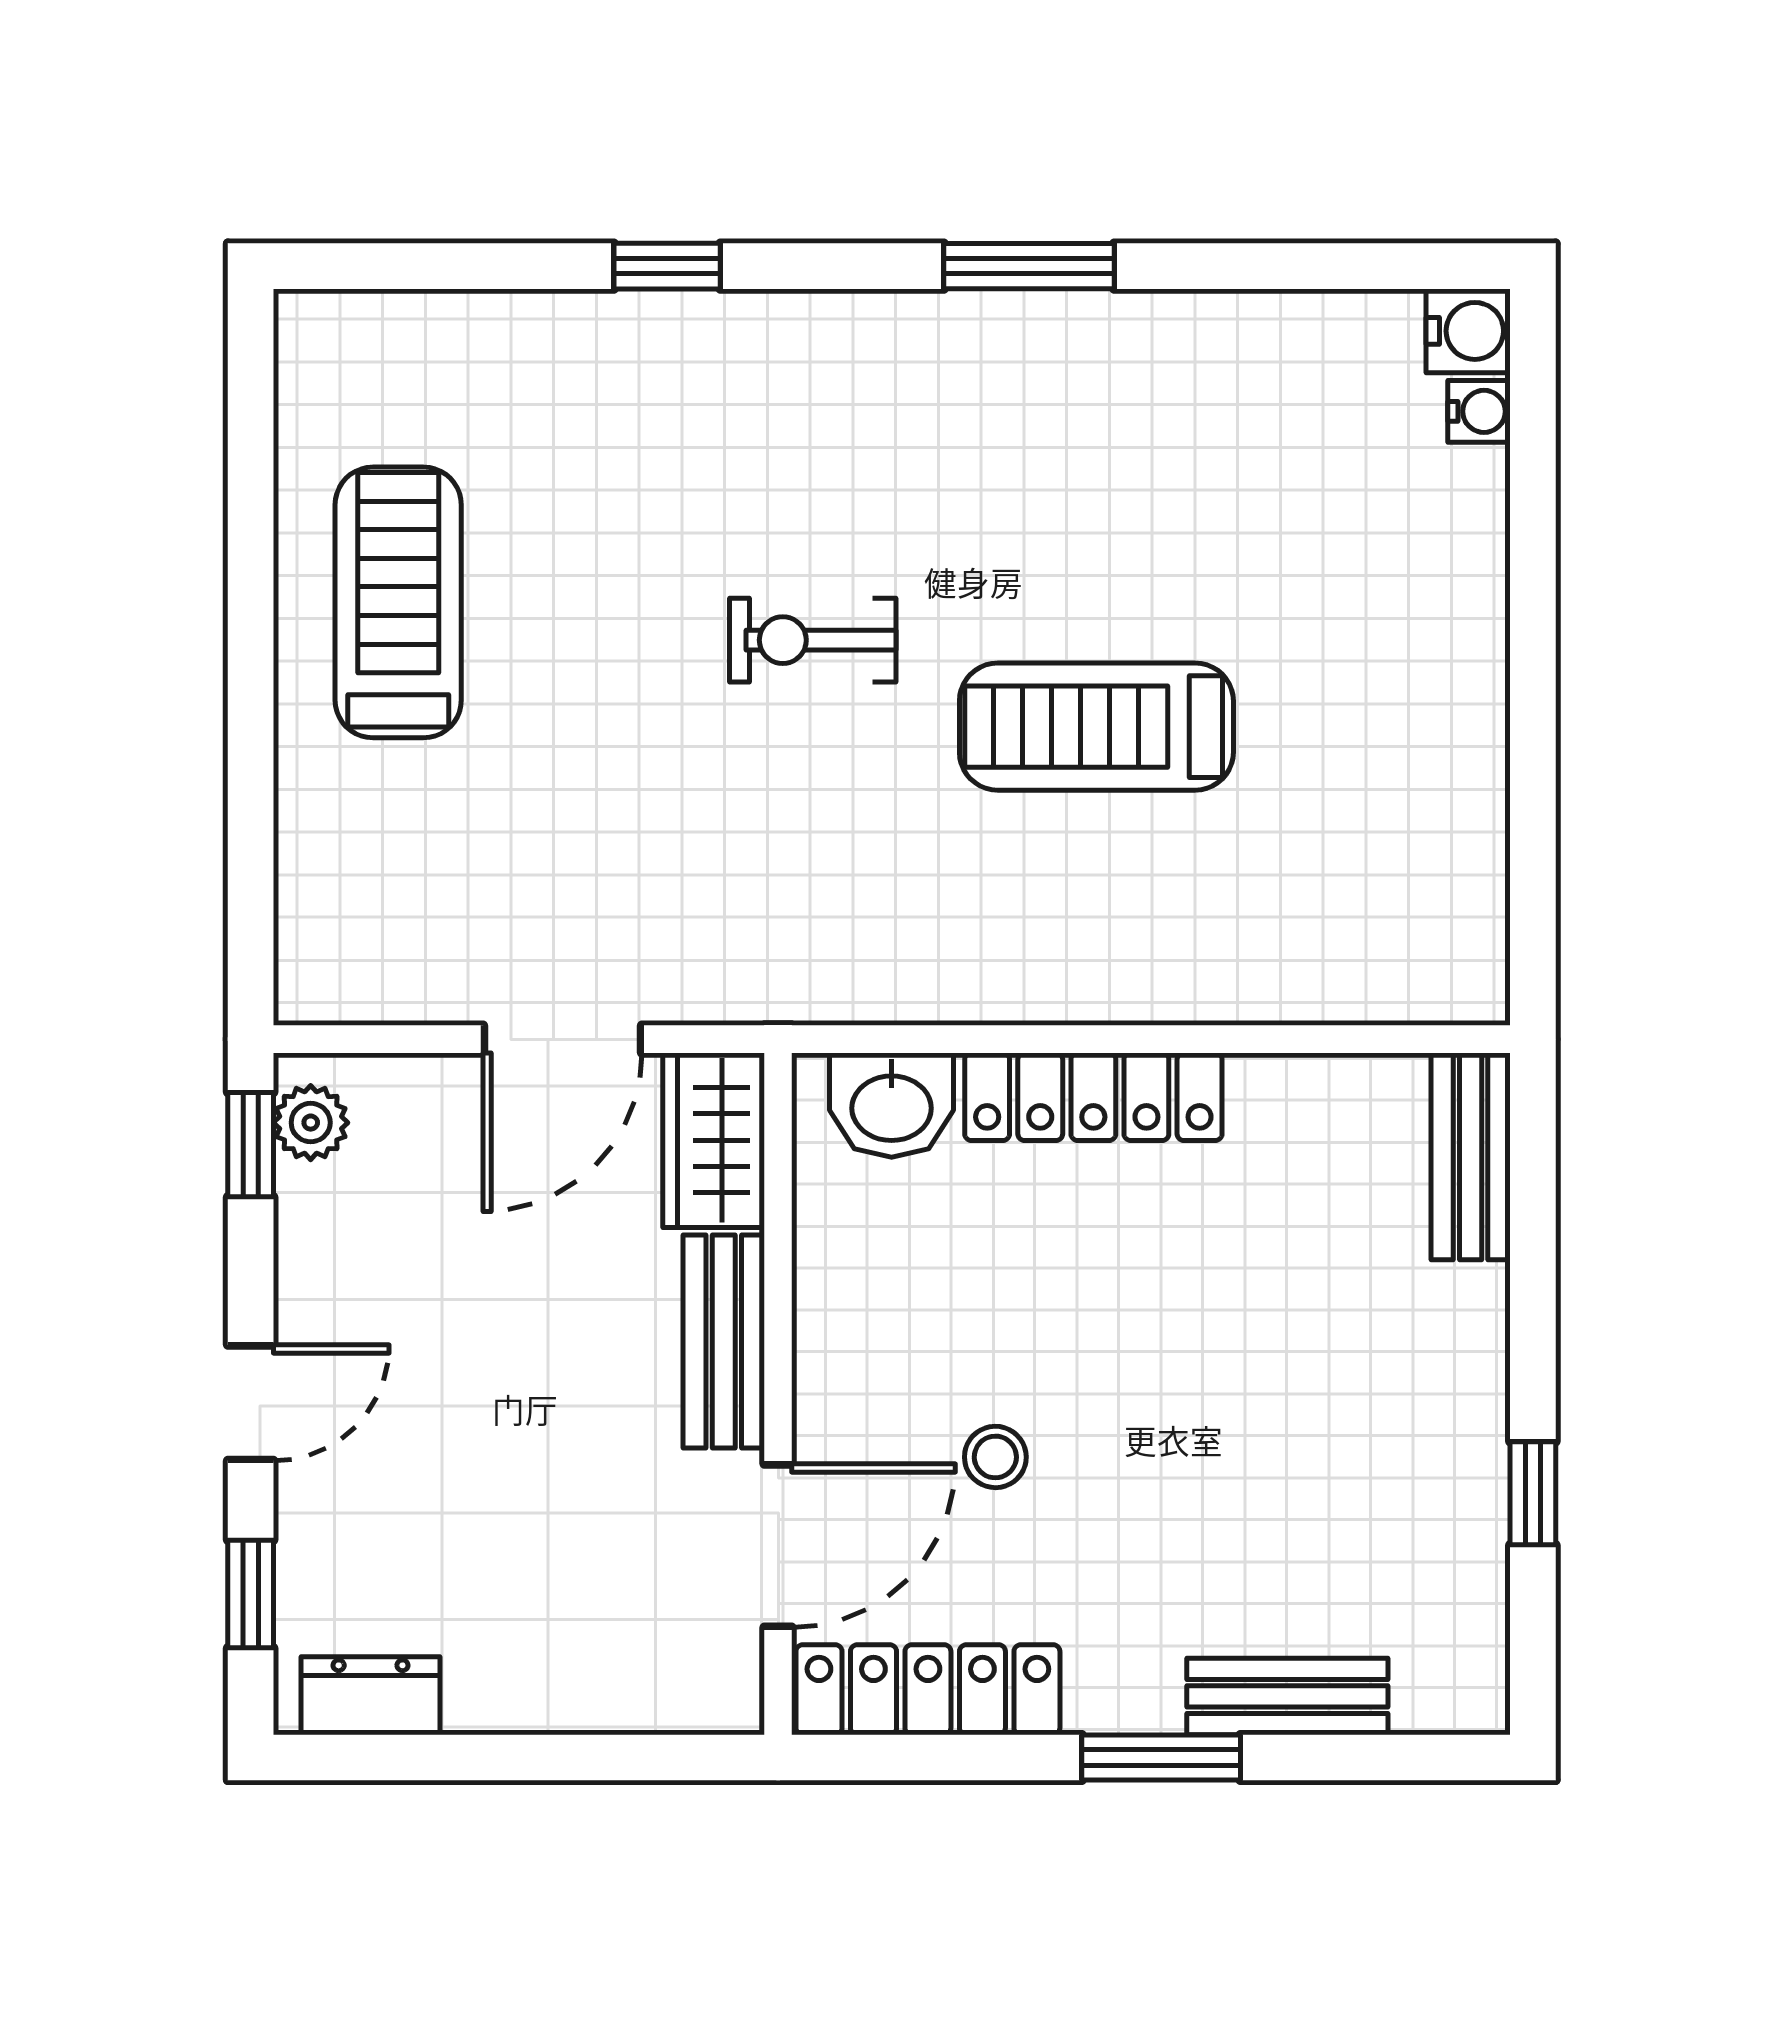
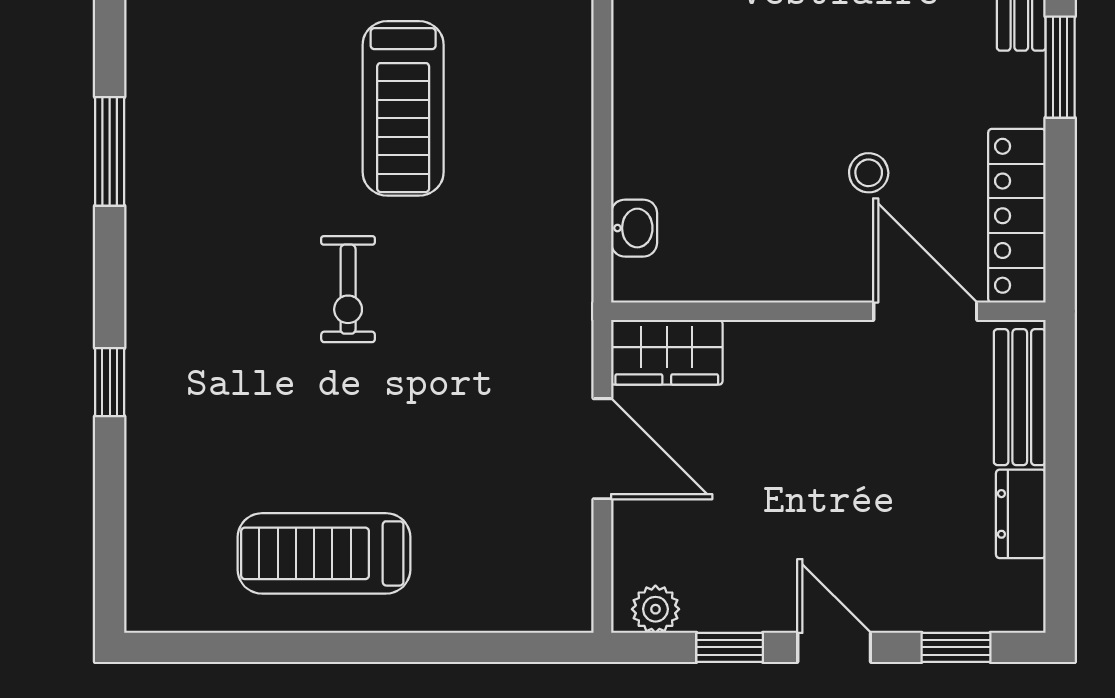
locker: (1093, 1097) -> (639, 110), removed
washbasin: (892, 1105) -> (634, 228), width x0.72, depth x0.69
window: (251, 1145) -> (730, 647), moved
bench: (724, 1342) -> (1020, 397), moved, turned 90
dresser: (371, 1696) -> (1021, 514), moved

